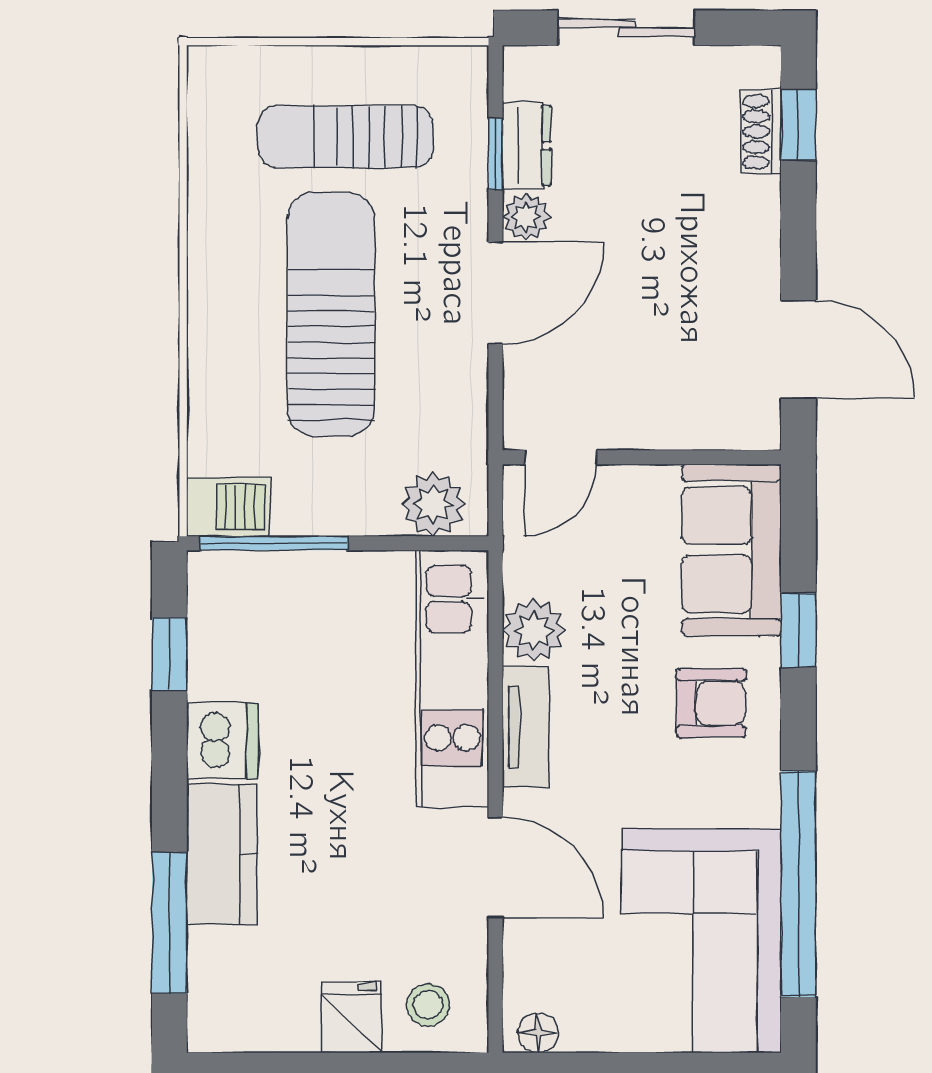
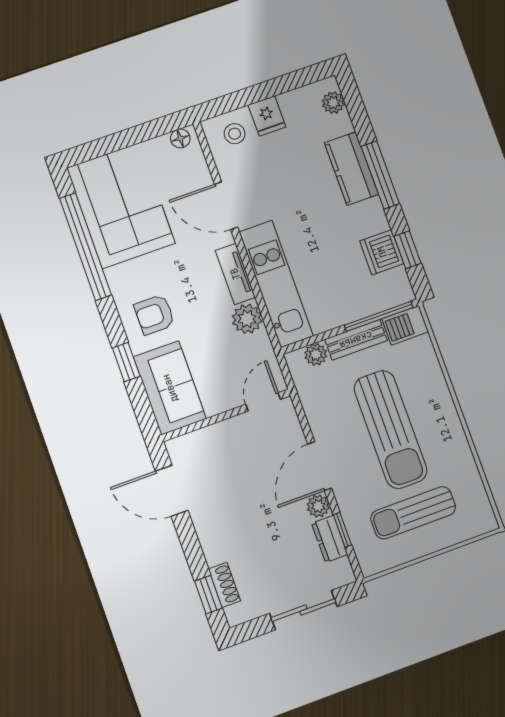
sun lounger: (346, 137) -> (413, 513), turned 180
plant: (433, 504) -> (316, 354), width x0.73, depth x0.73
bench: (335, 513) -> (356, 340), added
dishwasher: (222, 741) -> (382, 252), moved
window: (169, 923) -> (380, 175), moved
plant: (211, 998) -> (333, 103), added

